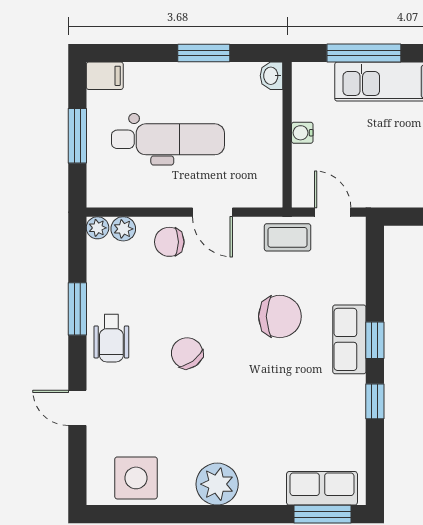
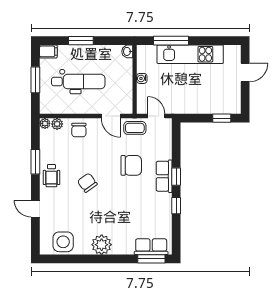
window: (204, 53) -> (81, 41), moved
door: (212, 212) -> (111, 116), moved
chair: (169, 242) -> (79, 130), turned -90

